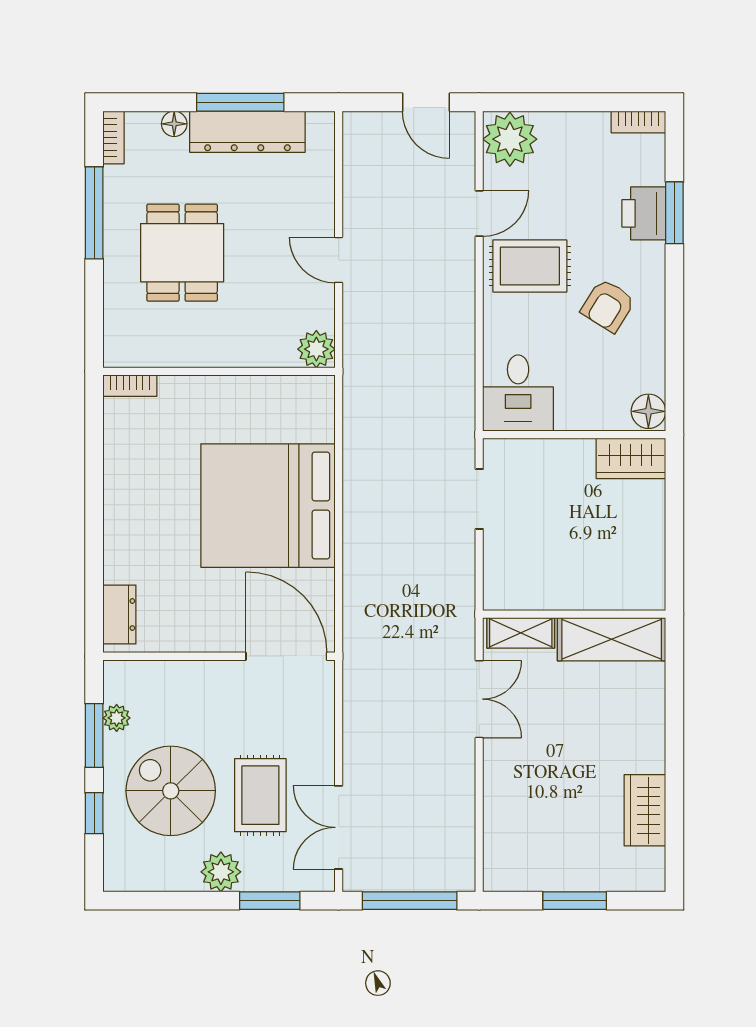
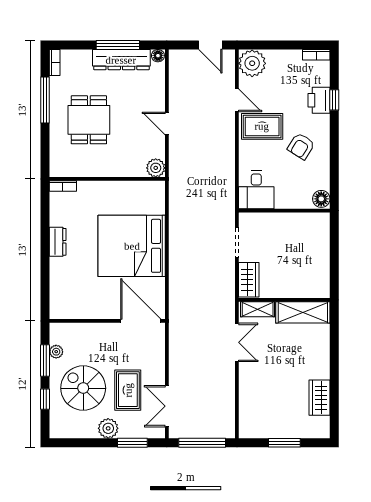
floor lamp: (174, 124) -> (158, 56), moved
window: (674, 213) -> (334, 100), width x0.67
door: (479, 214) -> (237, 100), hinge flipped
wardrobe: (631, 458) -> (249, 280), moved, turned -90
dresser: (119, 615) -> (58, 242), moved

